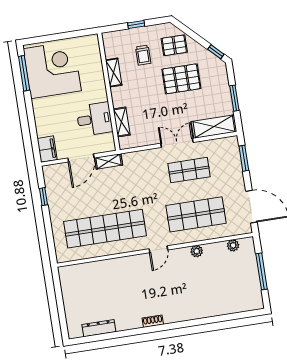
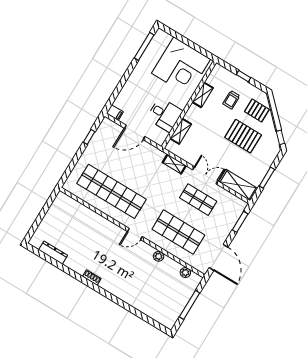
corner desk: (52, 70) -> (181, 66), moved, turned 90
filing cabinet: (47, 149) -> (115, 113), width x0.50
shelving: (109, 161) -> (174, 164), moved

